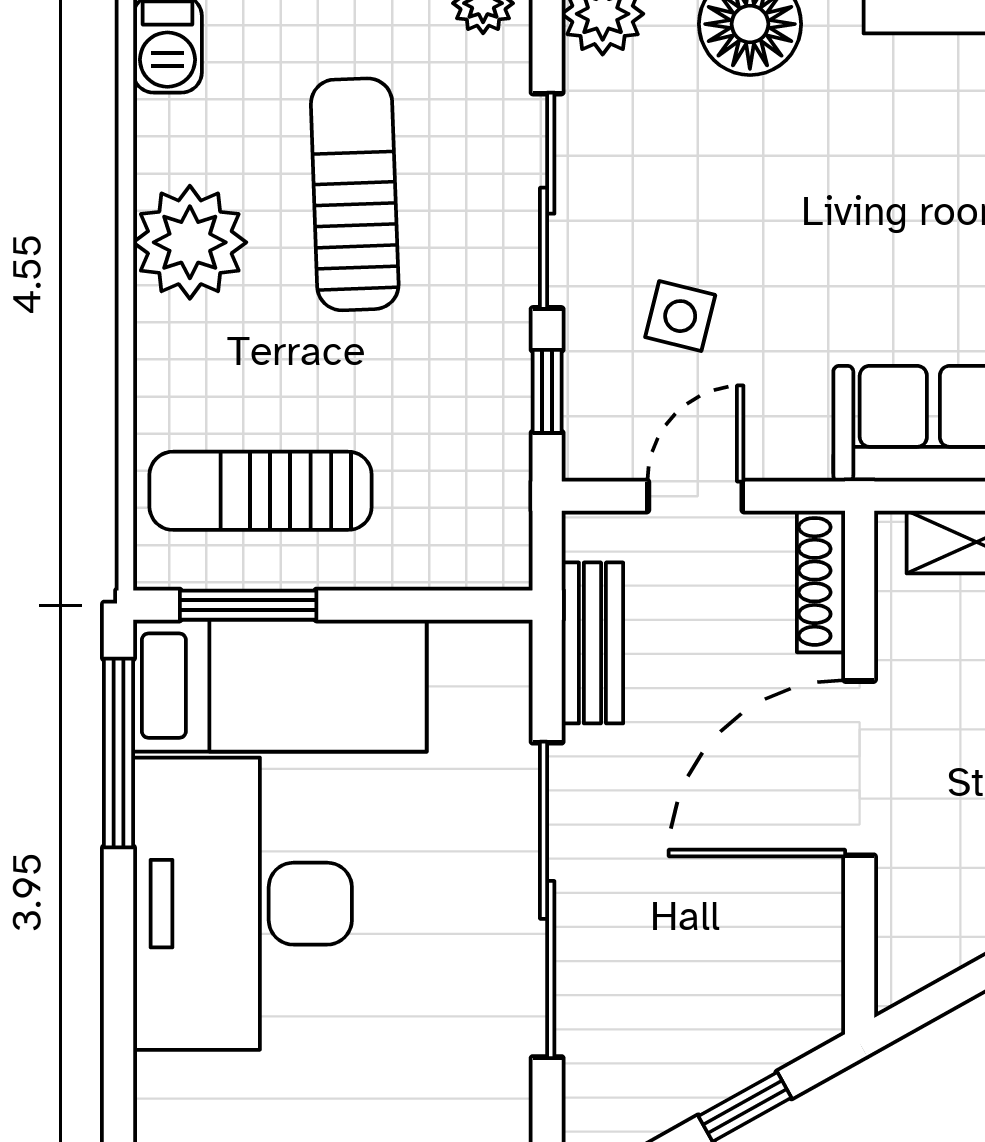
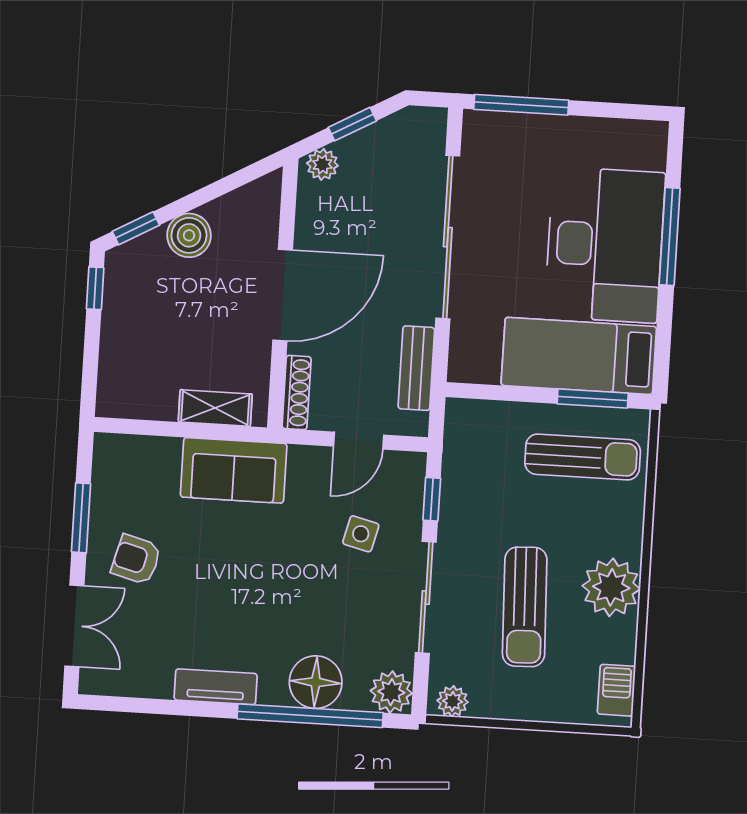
window: (119, 753) -> (670, 237), moved
plant: (798, 1025) -> (322, 164), added

